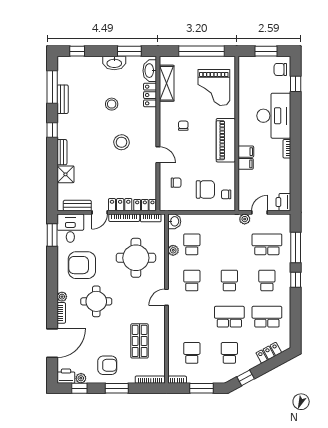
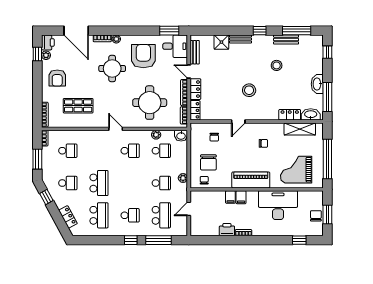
window: (129, 51) -> (327, 97), width x1.44
chair: (280, 69) -> (316, 216), moved
stool: (112, 104) -> (277, 65), moved
desk: (274, 116) -> (278, 205), moved, turned 180
printer: (283, 202) -> (227, 230), moved
door: (260, 212) -> (189, 209), swing flipped
plant: (245, 219) -> (183, 178), moved
school desk: (229, 280) -> (161, 183), moved
window: (117, 388) -> (37, 86), removed

